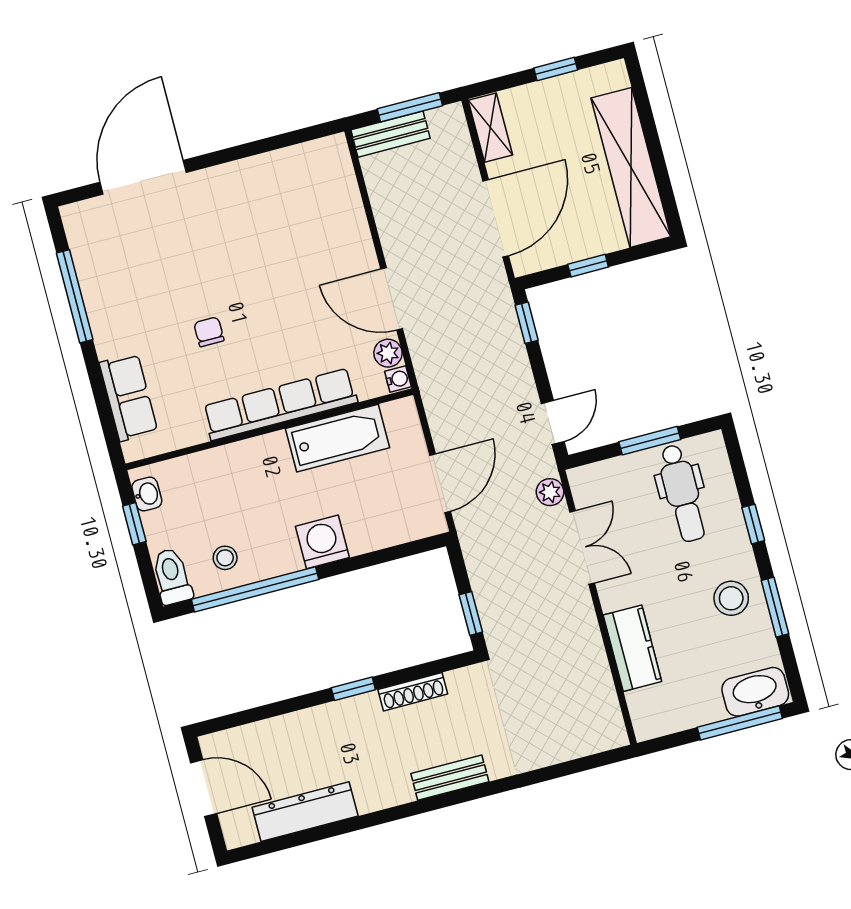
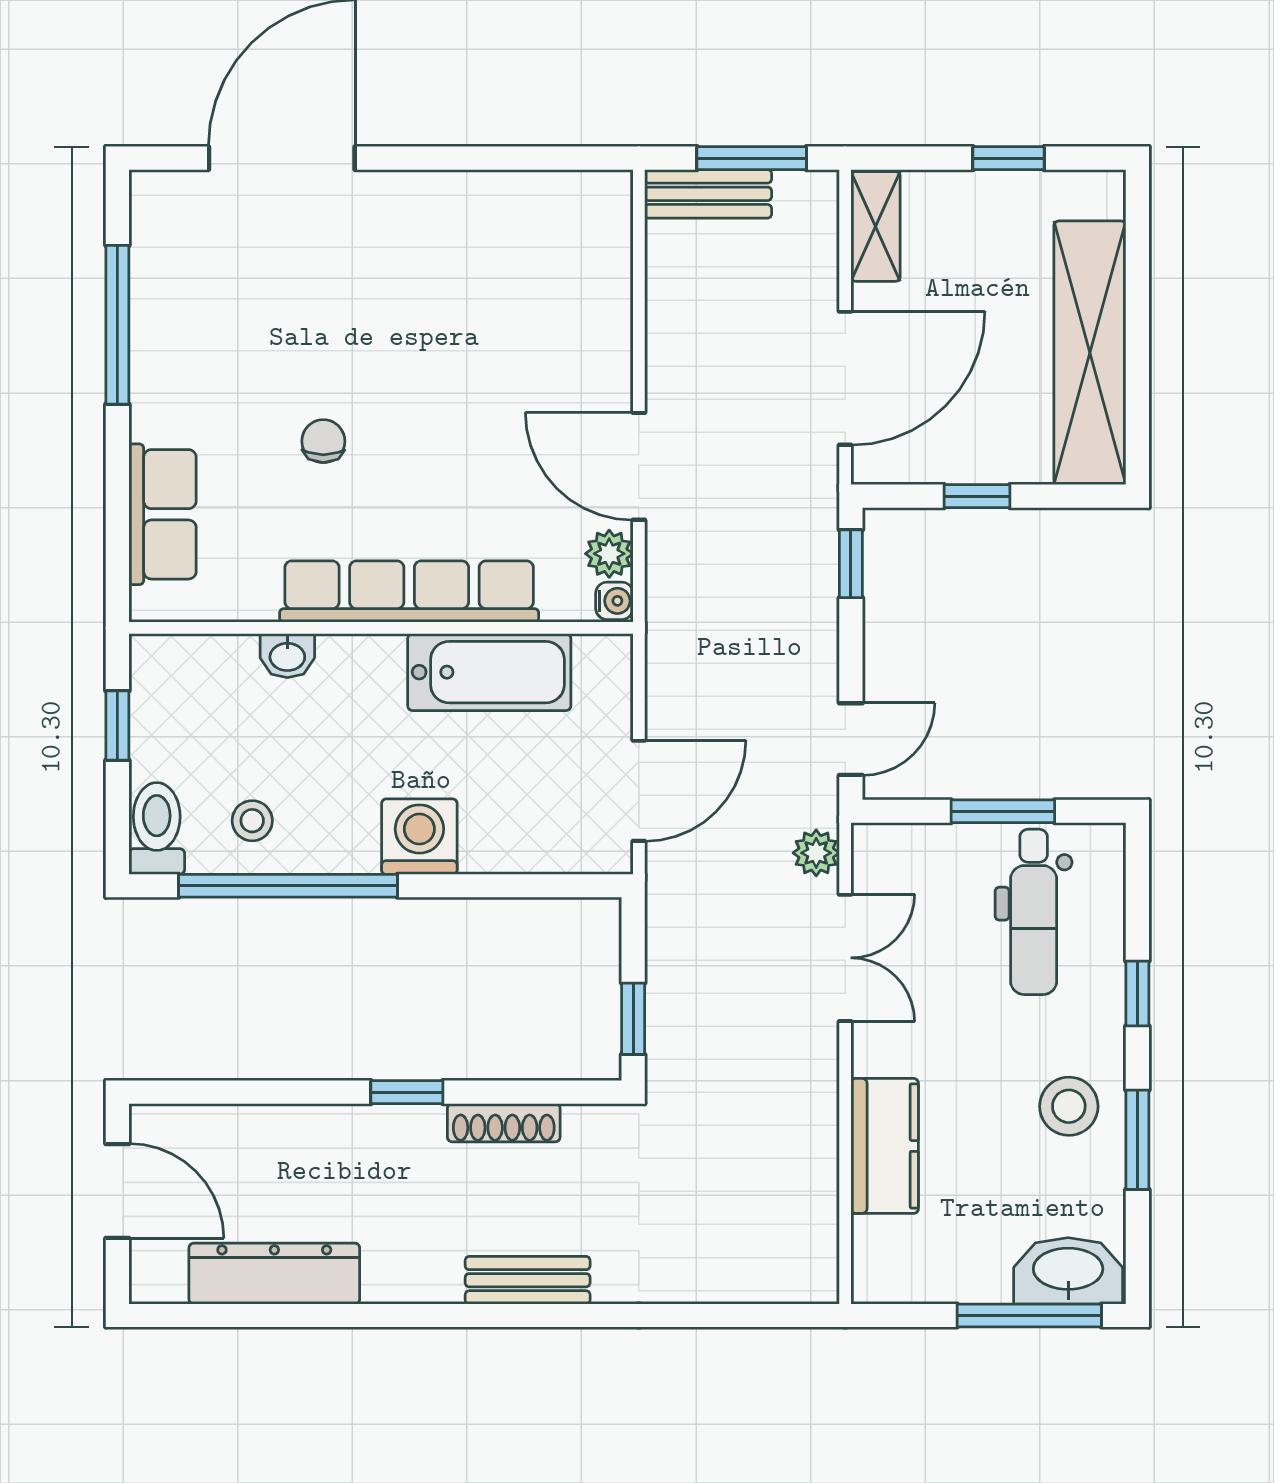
washbasin: (147, 494) -> (287, 656), moved, turned 90

